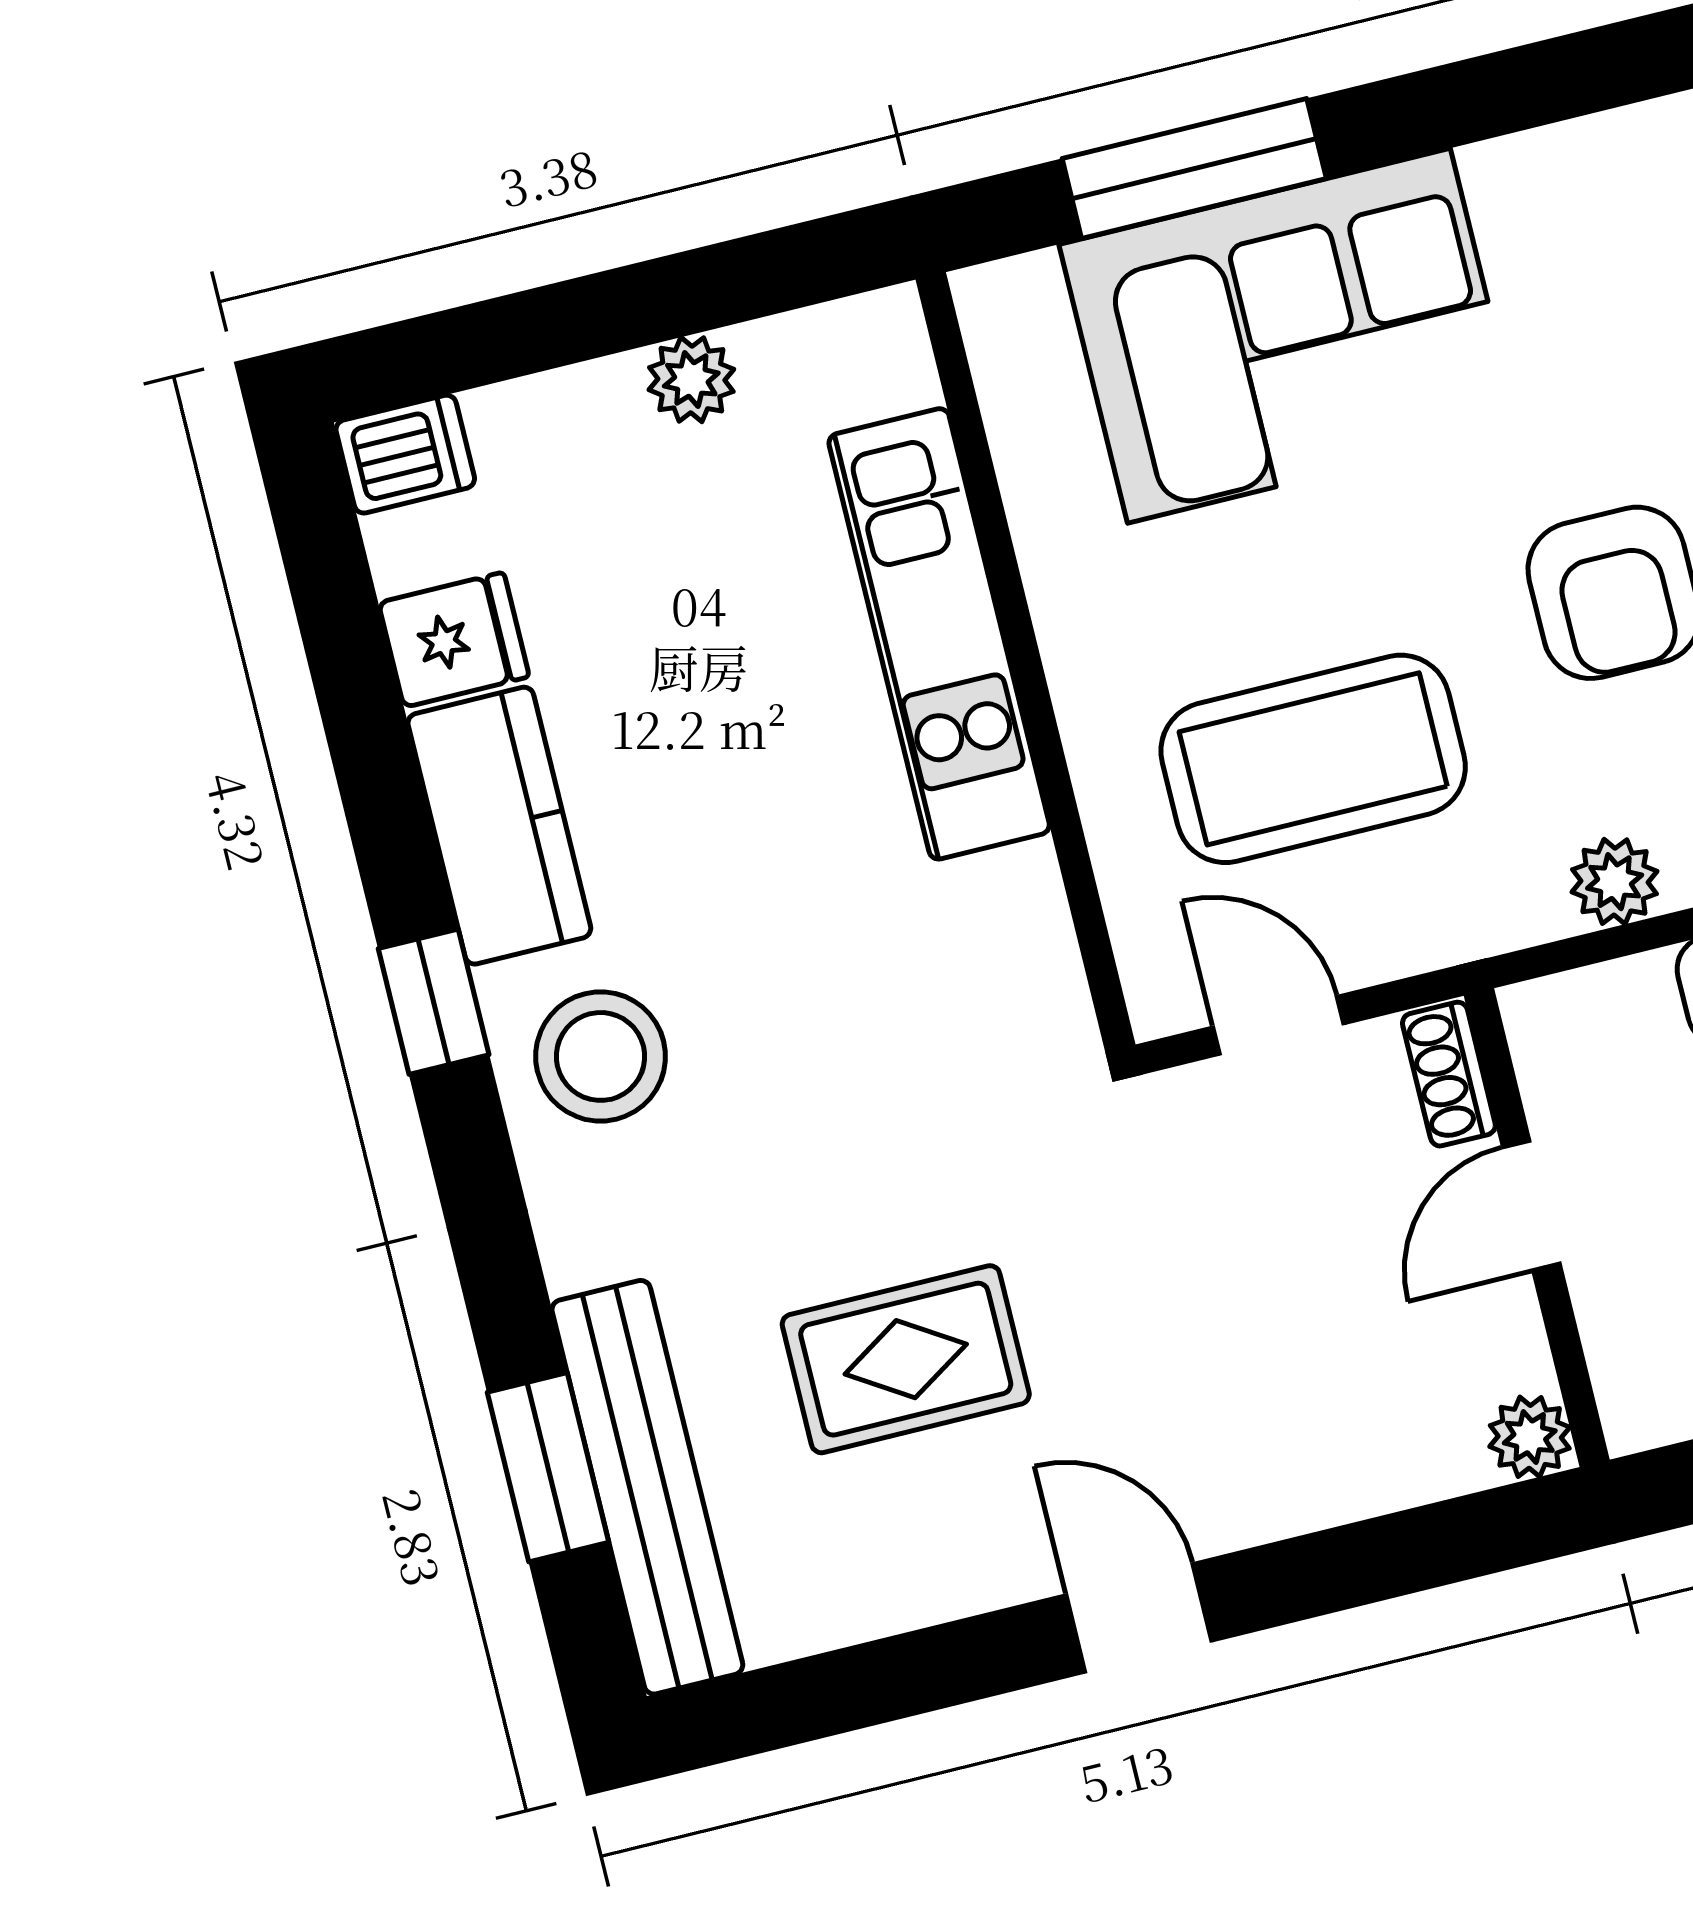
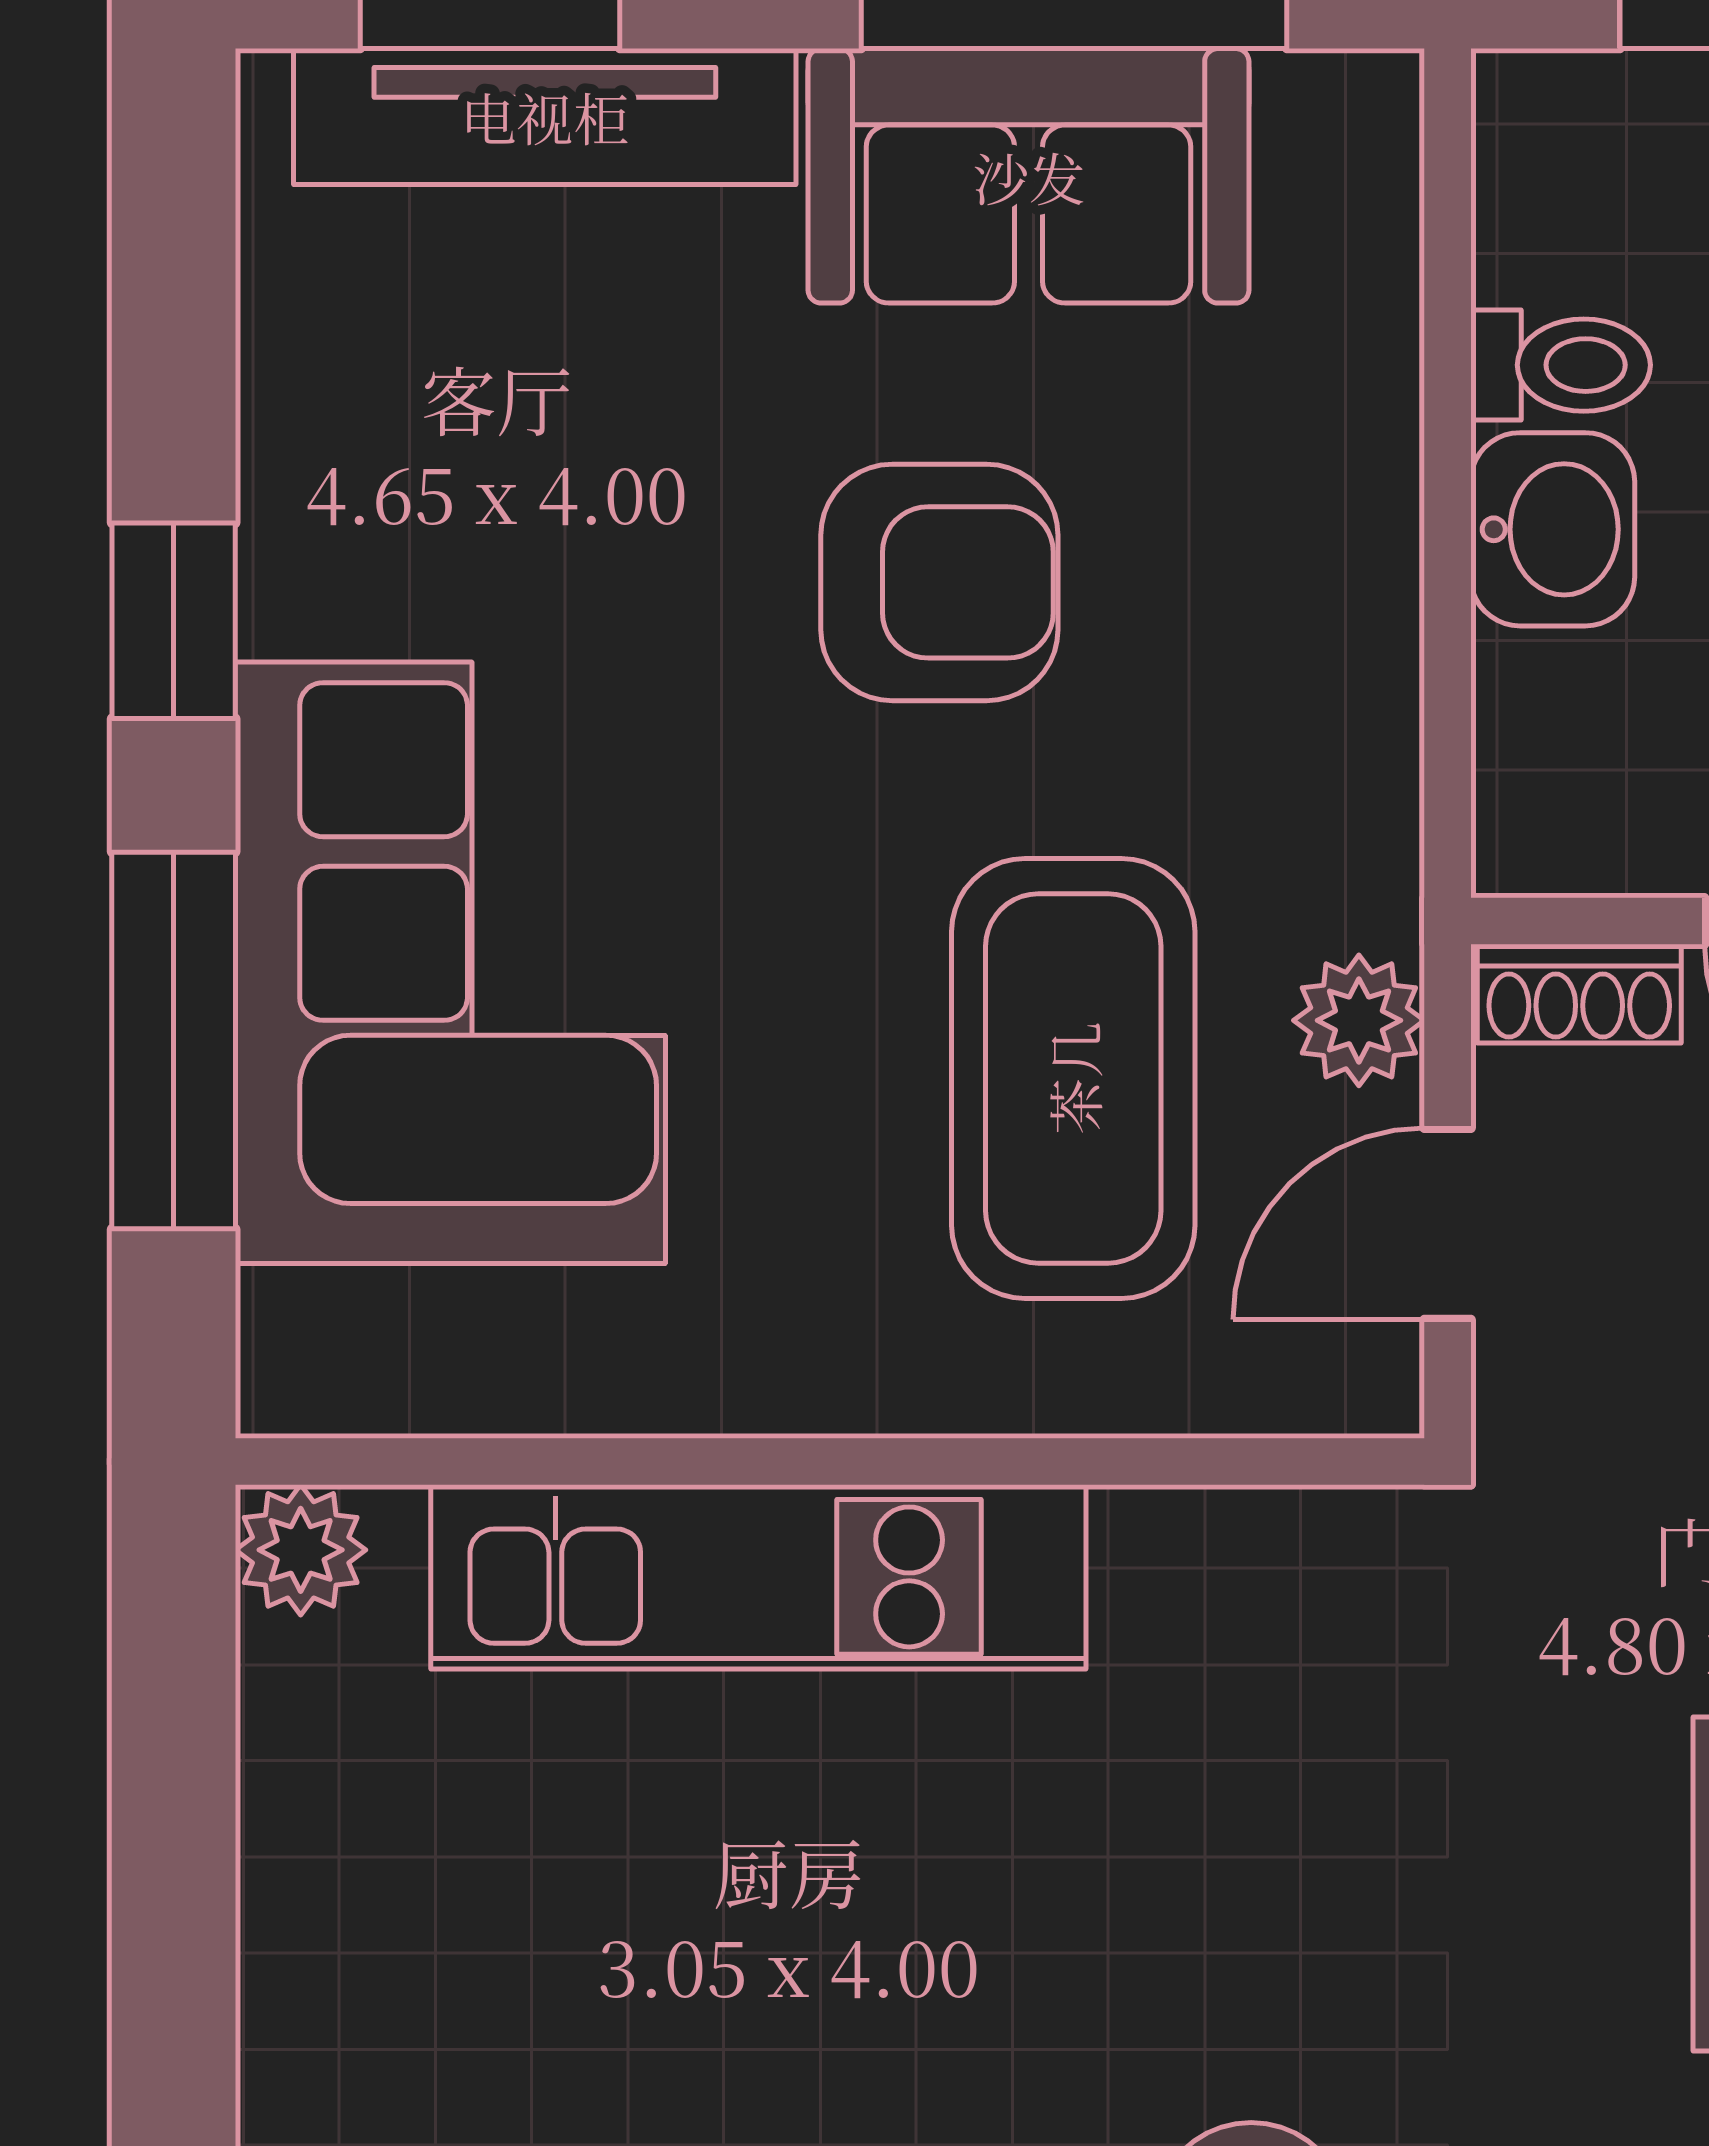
window: (1467, 102) -> (174, 621), added
plant: (691, 380) -> (301, 1550), moved
plant: (1615, 882) -> (1359, 1020), moved

